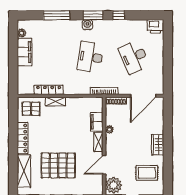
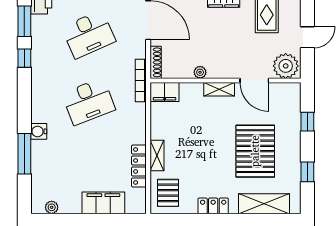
window: (93, 15) -> (24, 21), moved
water cooler: (87, 25) -> (39, 131), moved
filing cabinet: (25, 52) -> (103, 203), moved
desk: (90, 57) -> (89, 101), turned -30
filing cabinet: (97, 122) -> (165, 92), moved
locker: (23, 138) -> (213, 206), width x0.66

